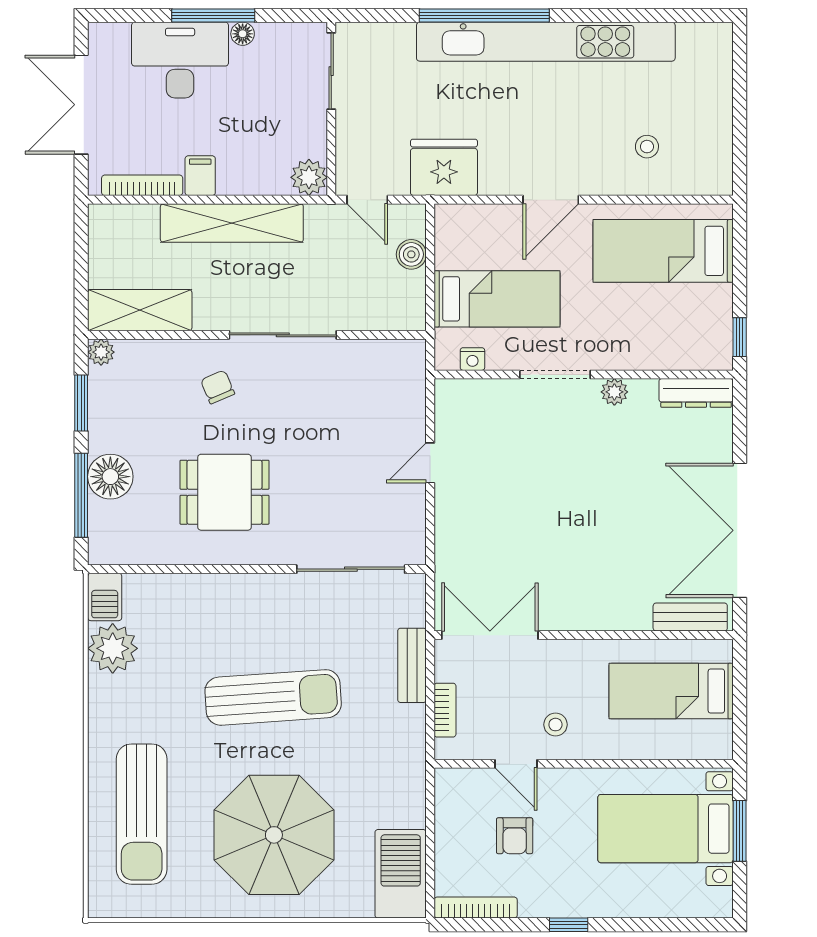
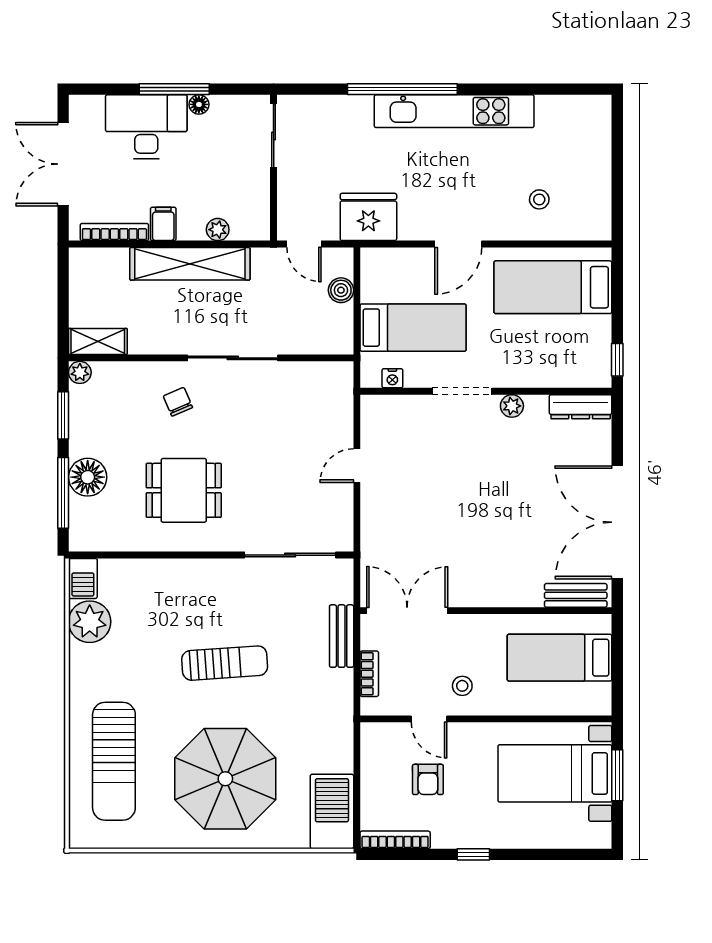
kitchen unit: (546, 42) -> (454, 111), width x0.73
plant: (309, 177) -> (218, 230), moved, width x0.73, depth x0.73
shelving: (140, 310) -> (98, 341), width x0.67, depth x0.75
sun lounger: (273, 697) -> (225, 663), width x0.73, depth x0.75

